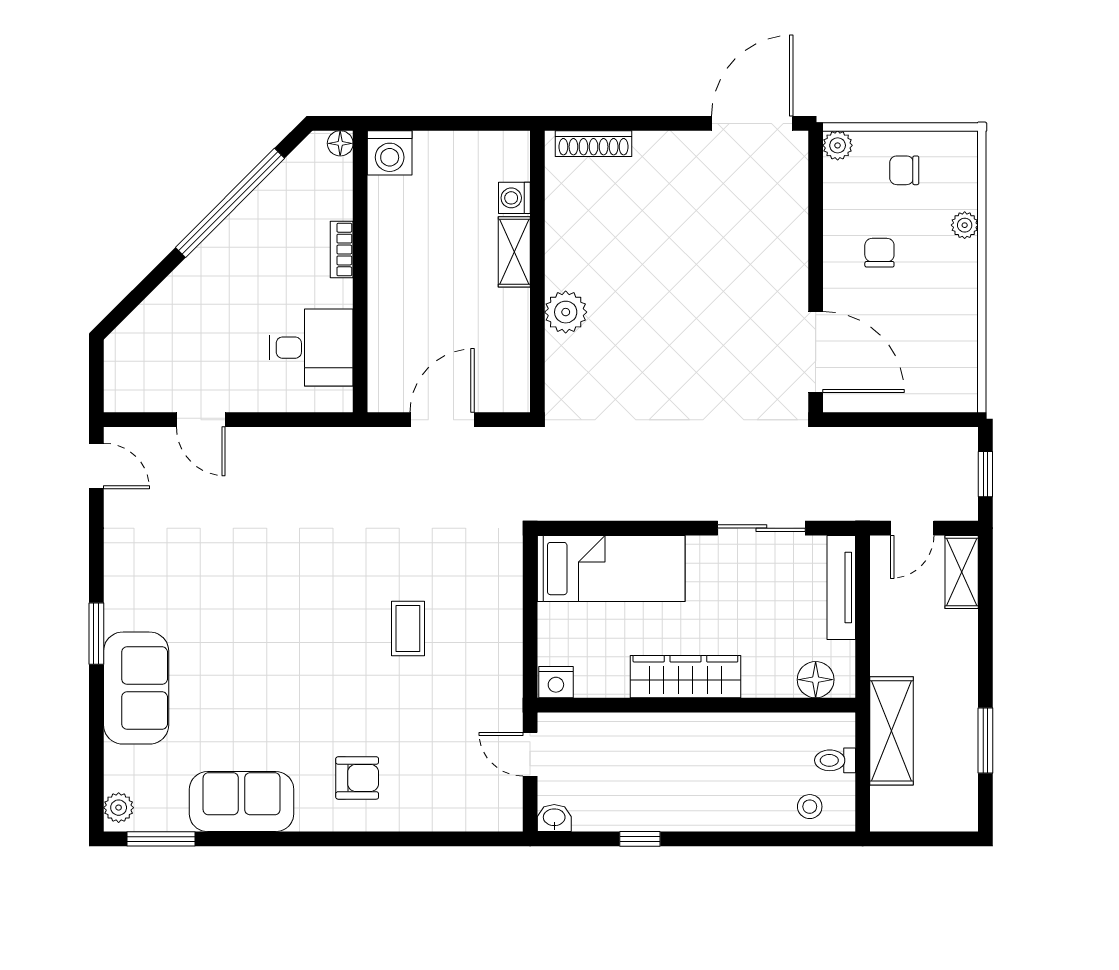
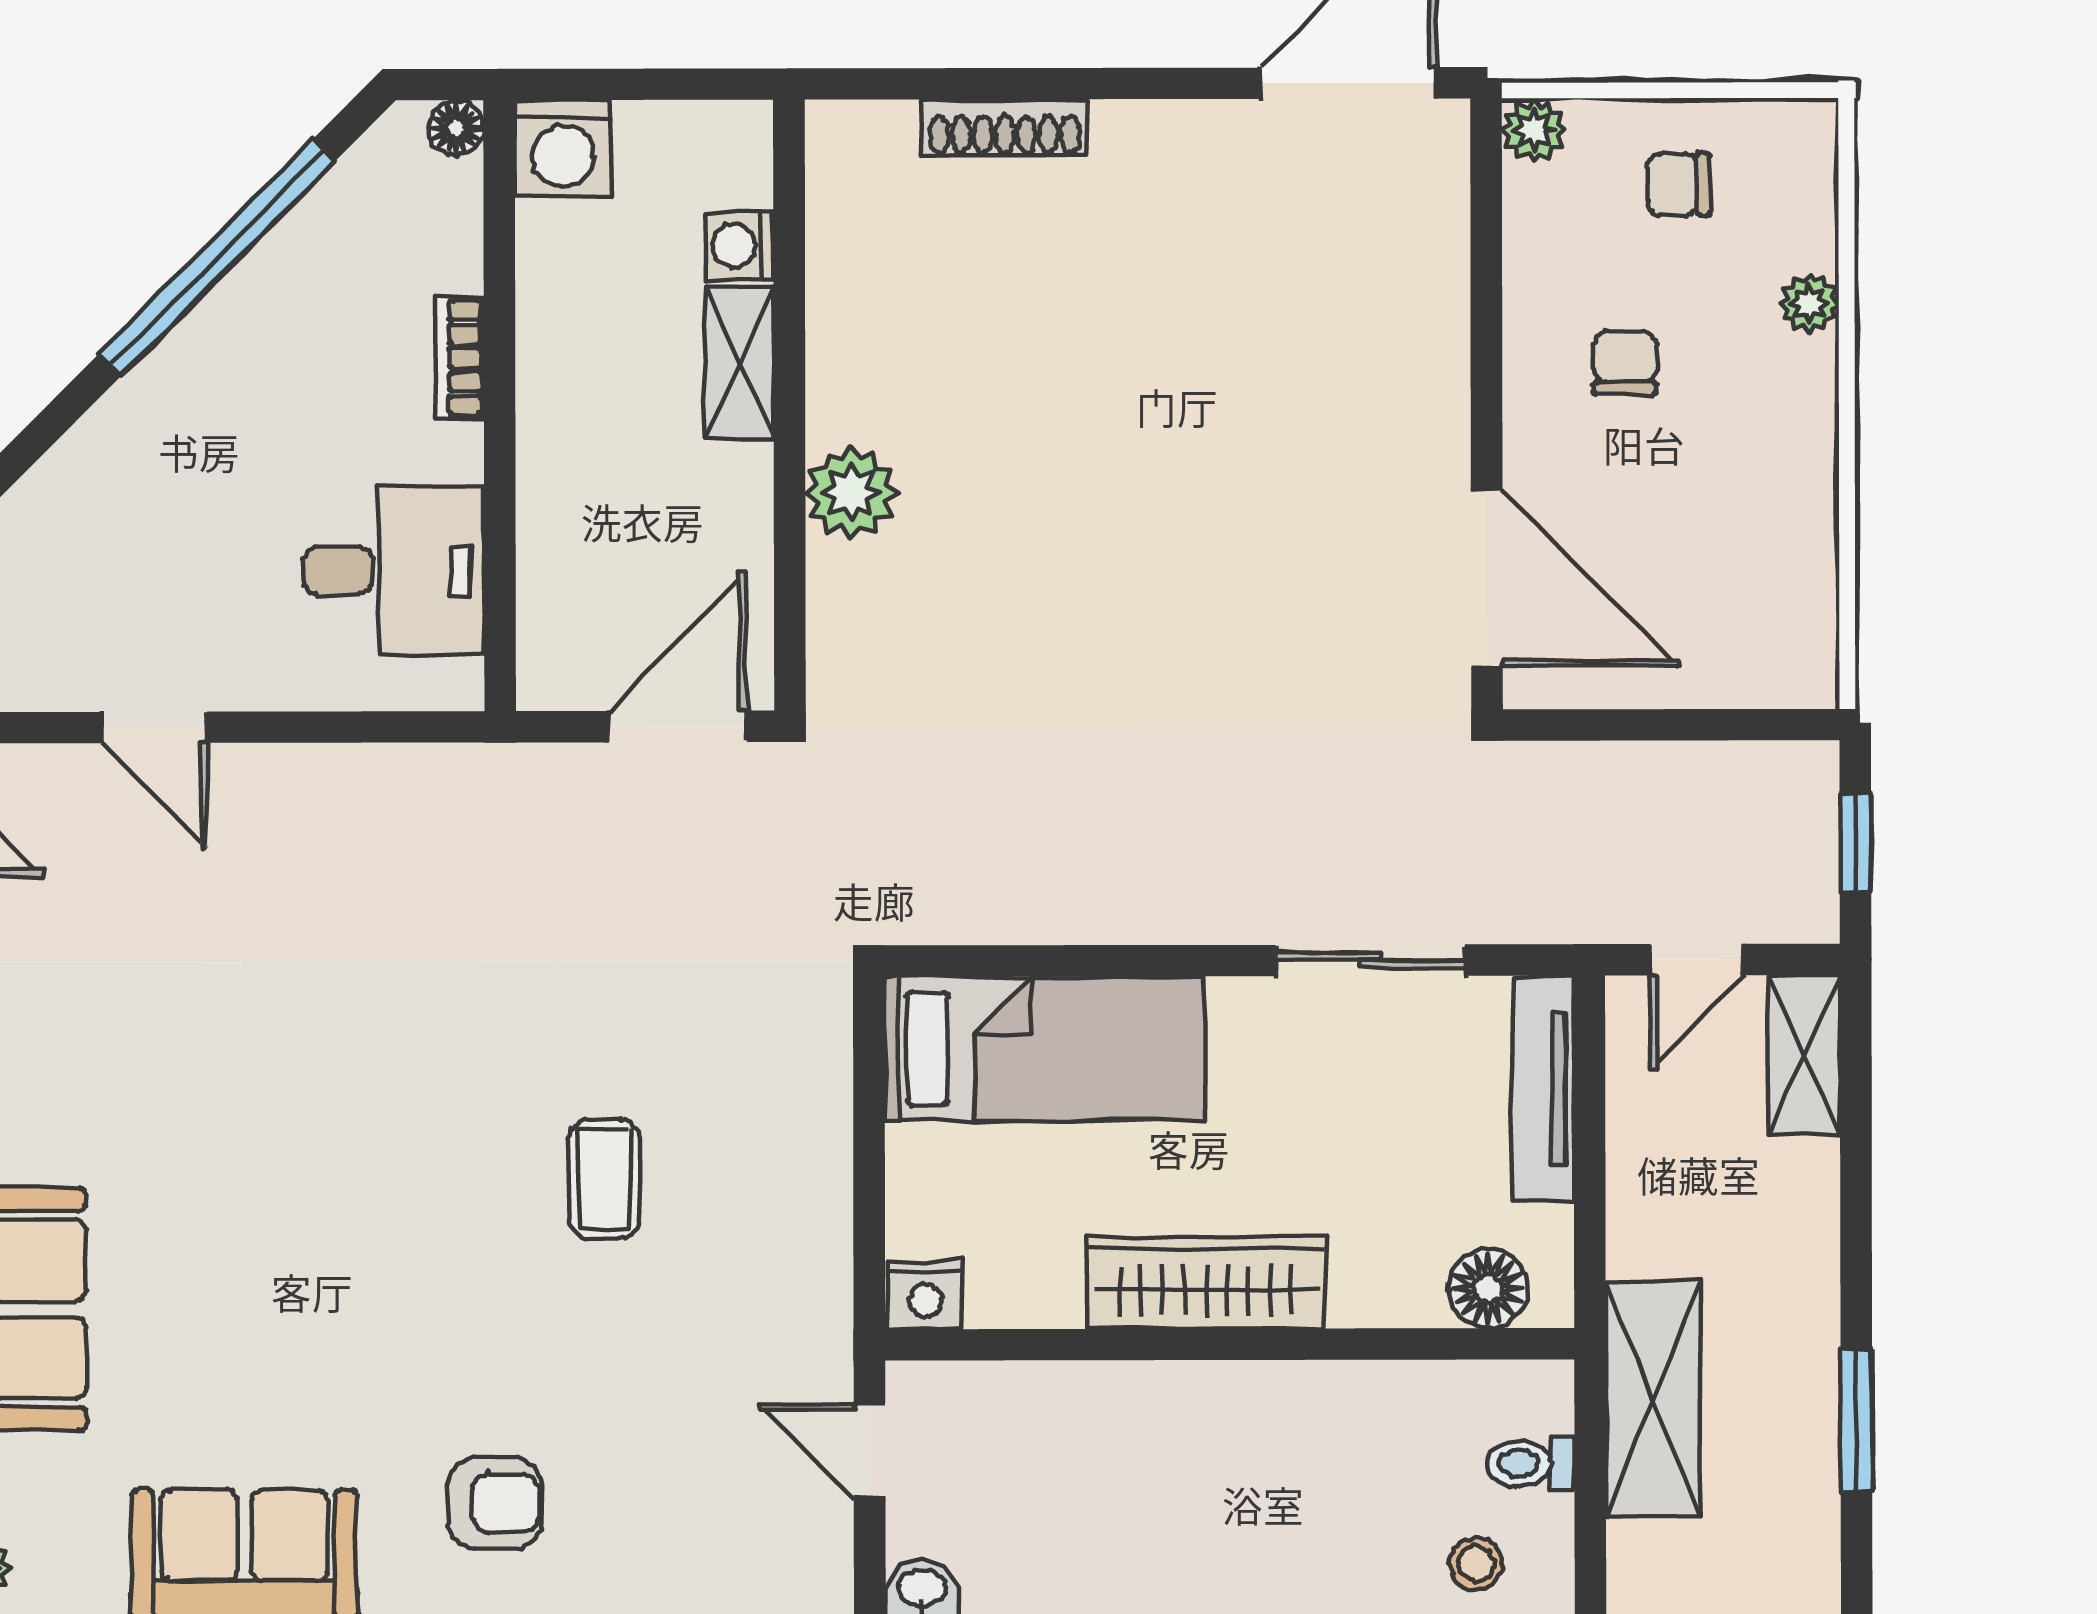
washing machine: (514, 198) -> (739, 246), moved
shelving: (514, 252) -> (739, 362), moved
wall: (537, 272) -> (789, 405), moved
plant: (566, 312) -> (851, 493), moved

